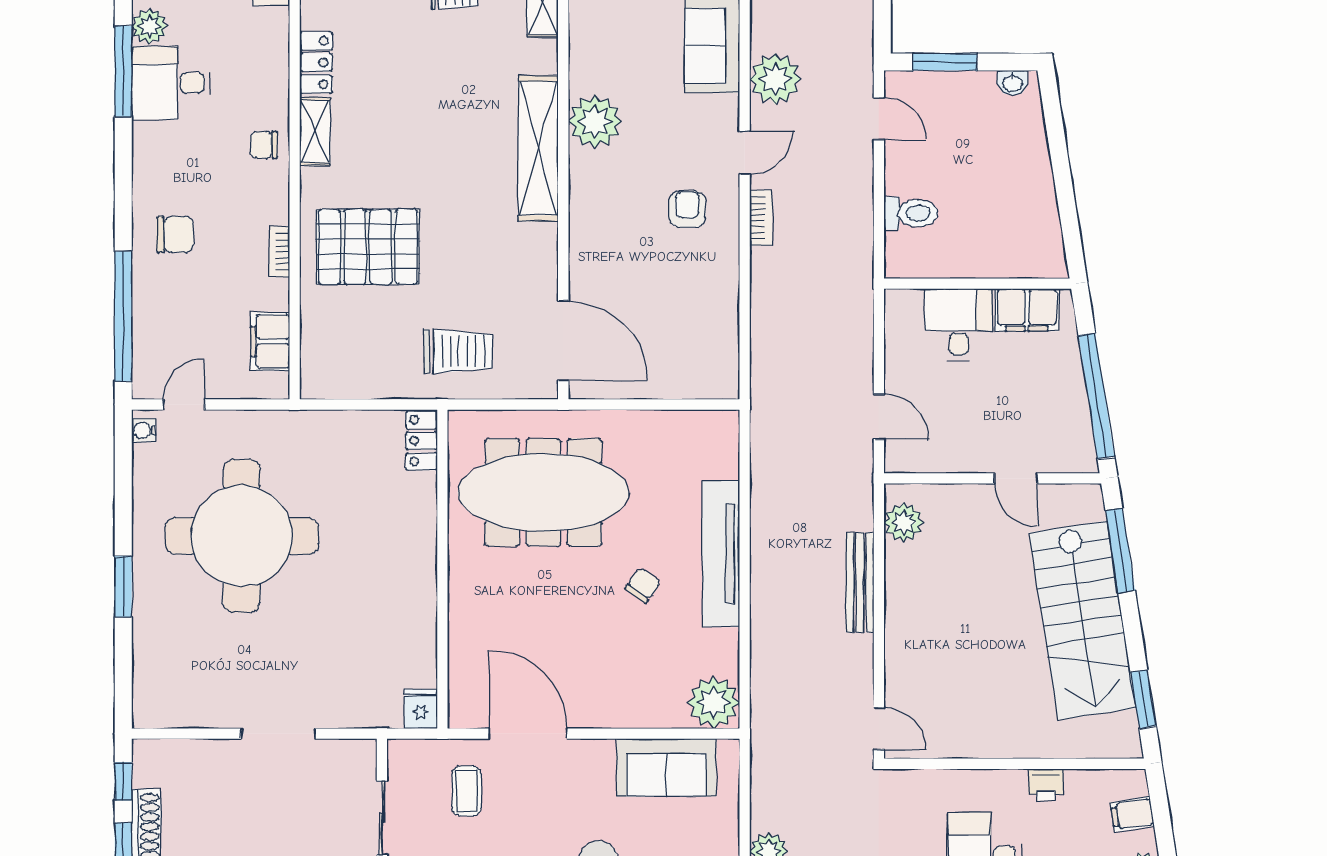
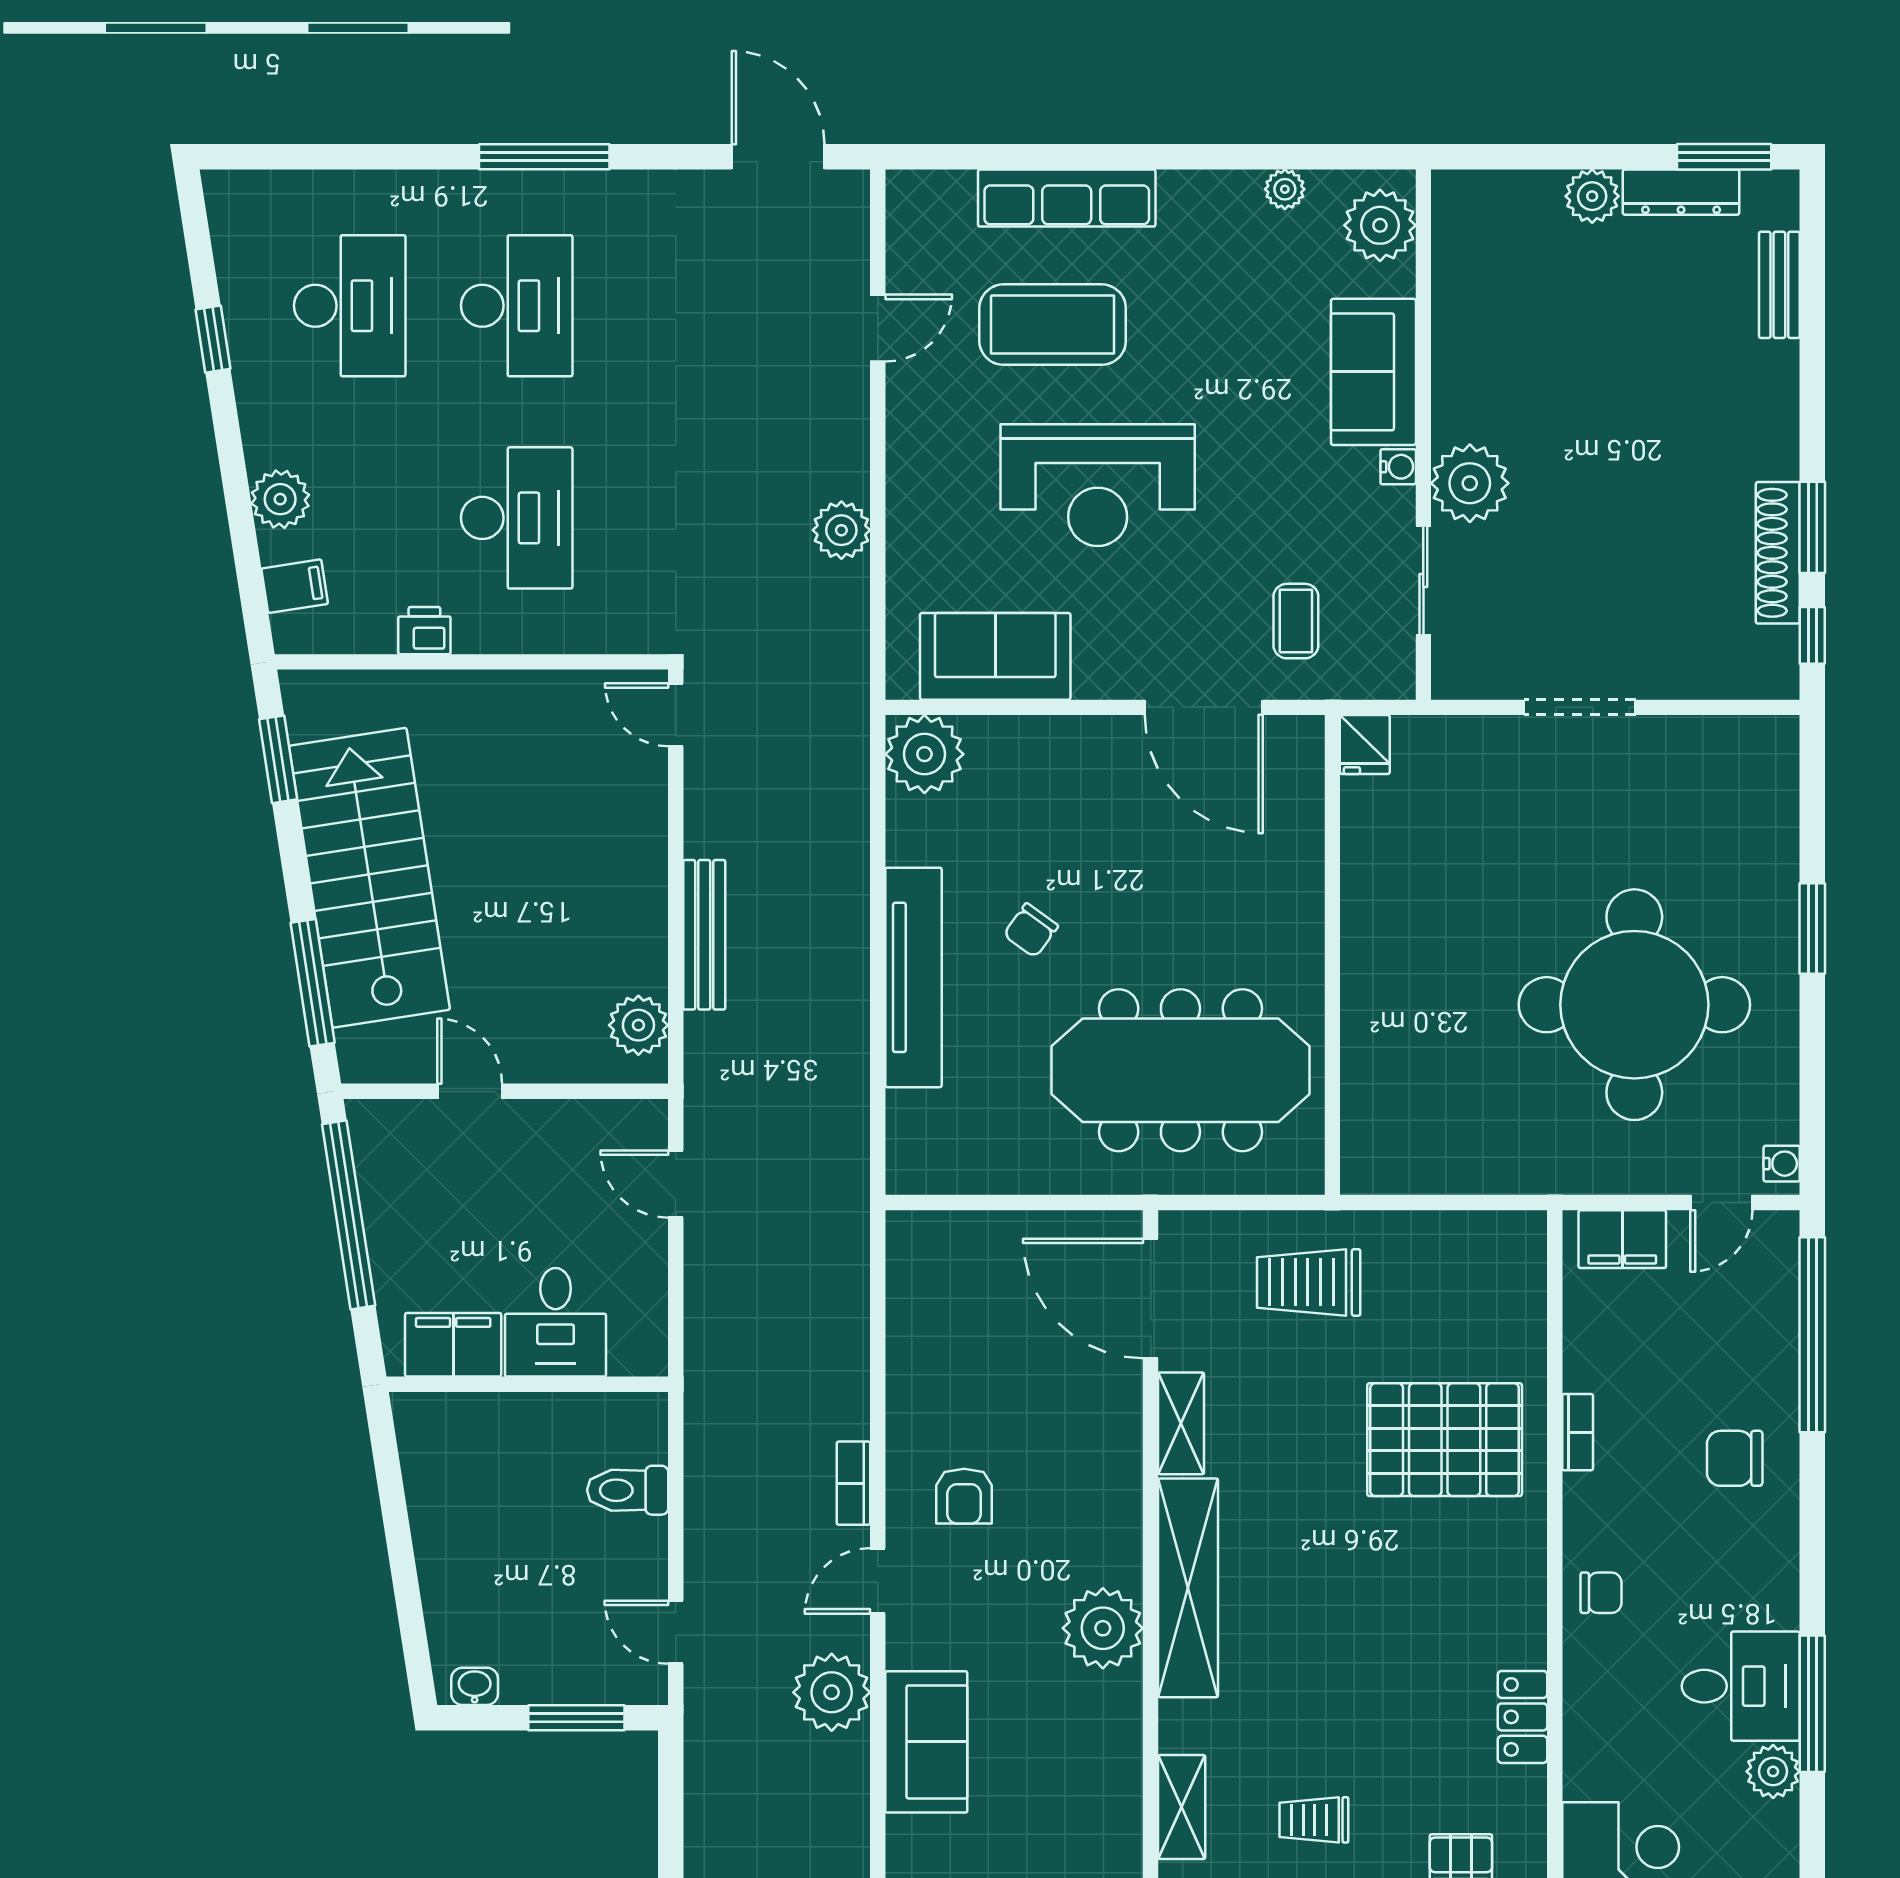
shelving: (315, 131) -> (1181, 1423), moved
filing cabinet: (270, 341) -> (1622, 1239), moved, turned 90
locker: (422, 441) -> (1364, 1148), removed

